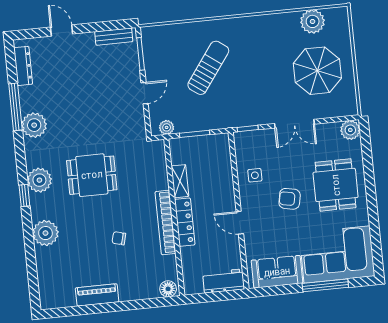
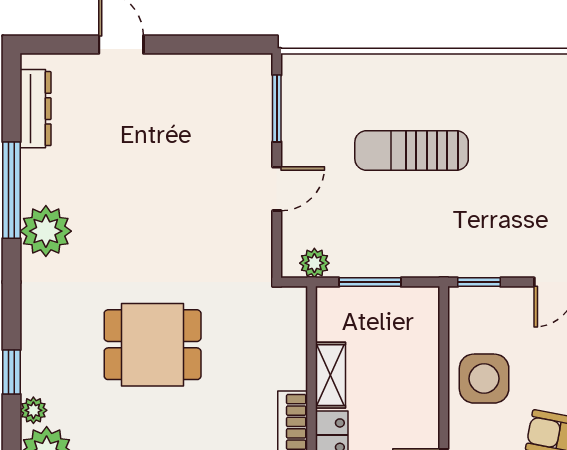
bench: (114, 37) -> (226, 68), removed
sun lounger: (208, 68) -> (412, 151), turned -126
side table: (255, 175) -> (484, 379), width x1.87, depth x1.87
plant: (39, 180) -> (33, 410), moved, width x0.53, depth x0.53

